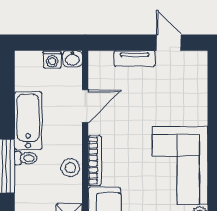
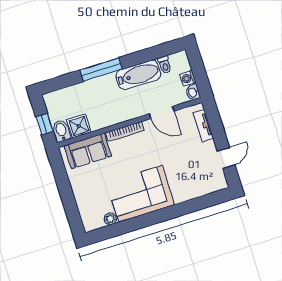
tv unit: (135, 58) -> (203, 125), moved
toilet: (26, 158) -> (165, 65), moved
stool: (70, 168) -> (114, 116), removed

